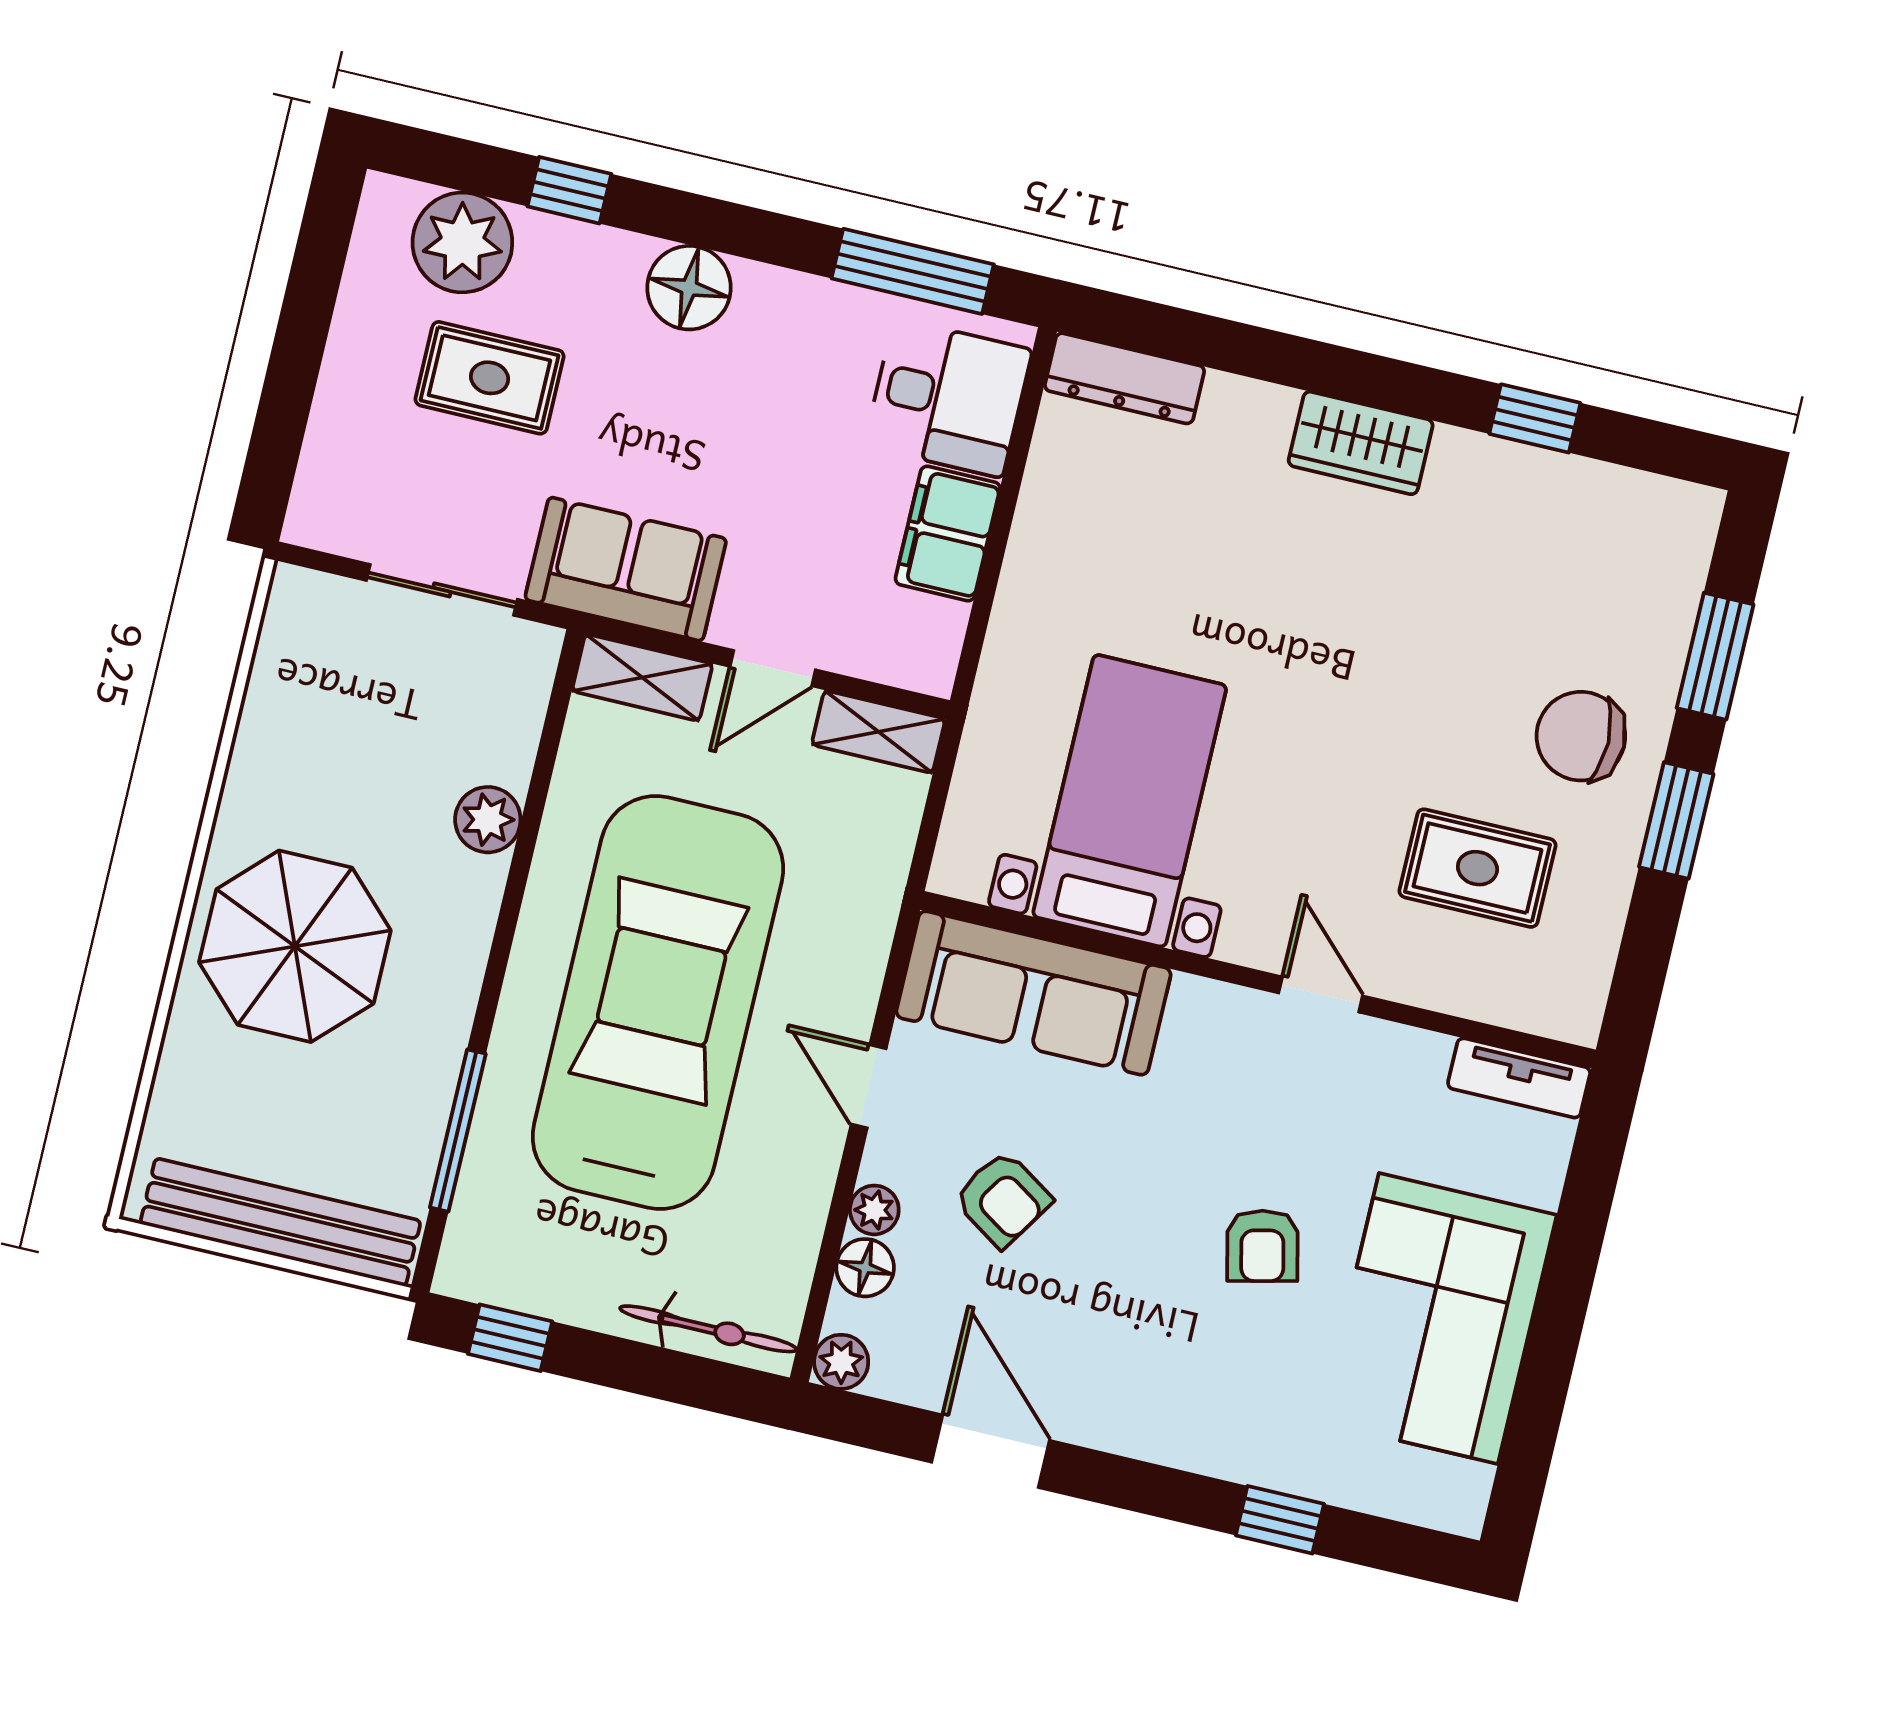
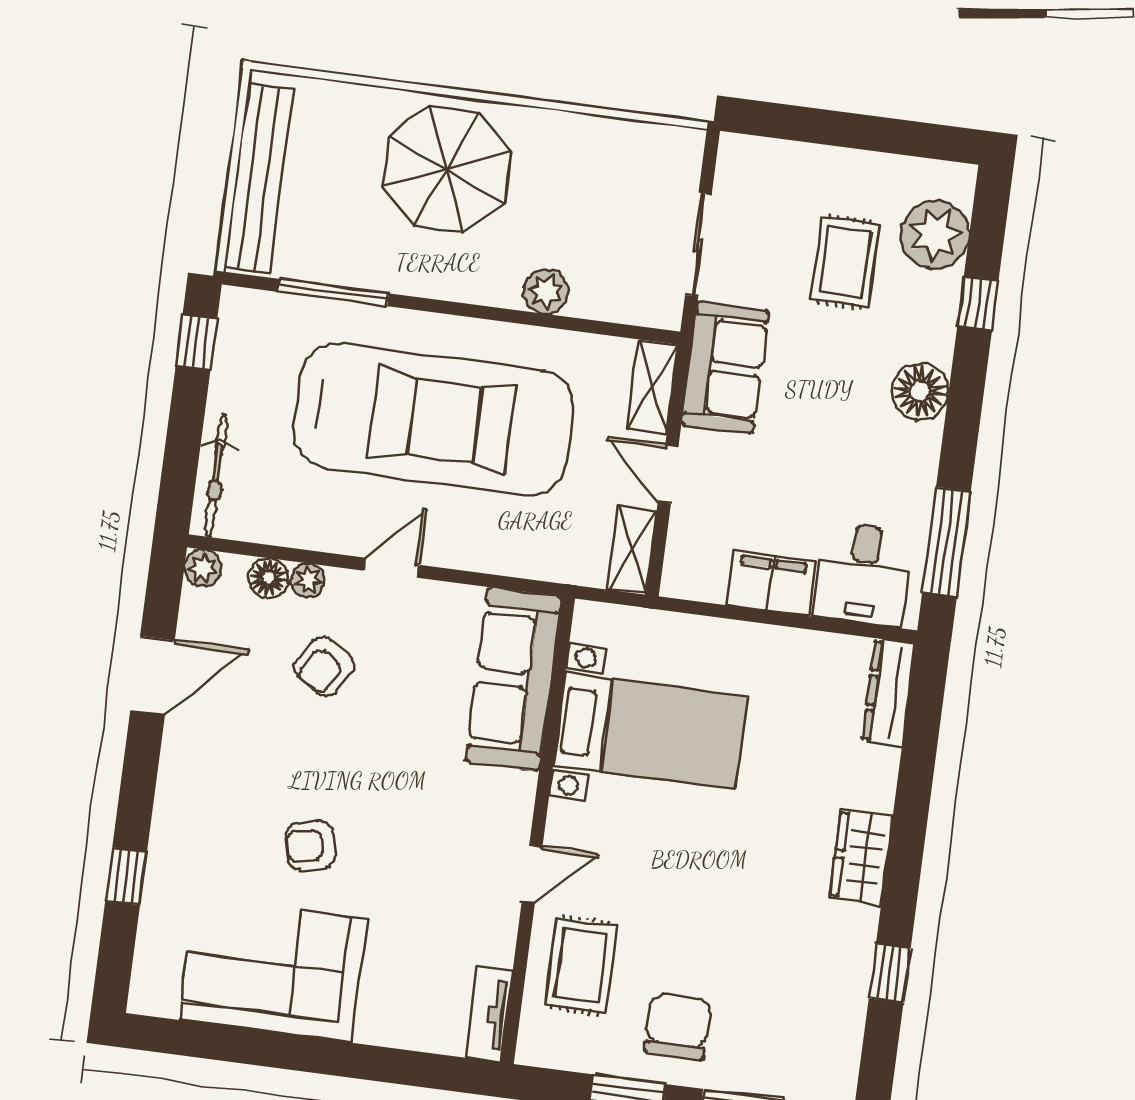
bed with nightstands: (1130, 801) -> (650, 731), moved
wall: (1258, 980) -> (538, 830), moved
sofa: (1034, 993) -> (513, 679), moved
door: (1321, 994) -> (532, 874), moved
tv unit: (1519, 1078) -> (489, 1014), moved

